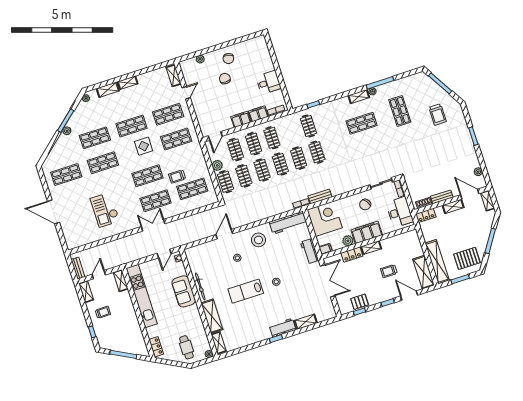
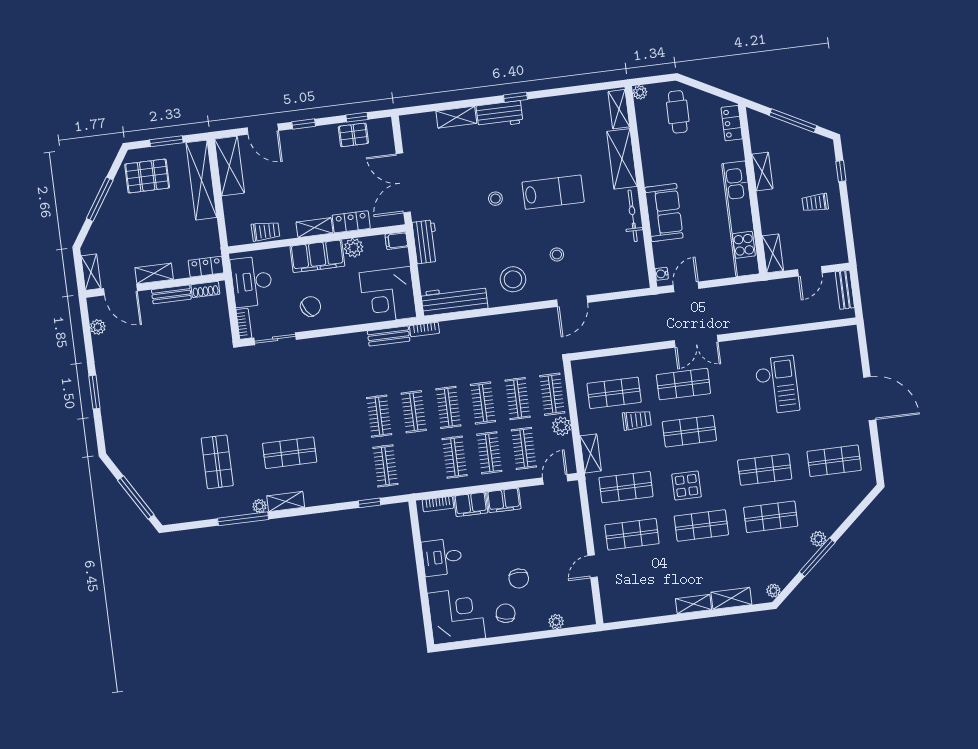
corner desk: (255, 52) -> (456, 616), added
shelving: (174, 76) -> (591, 453), moved
trolley: (438, 115) -> (151, 443), removed
trolley: (389, 271) -> (265, 231), moved
shelving: (86, 292) -> (762, 171), moved

